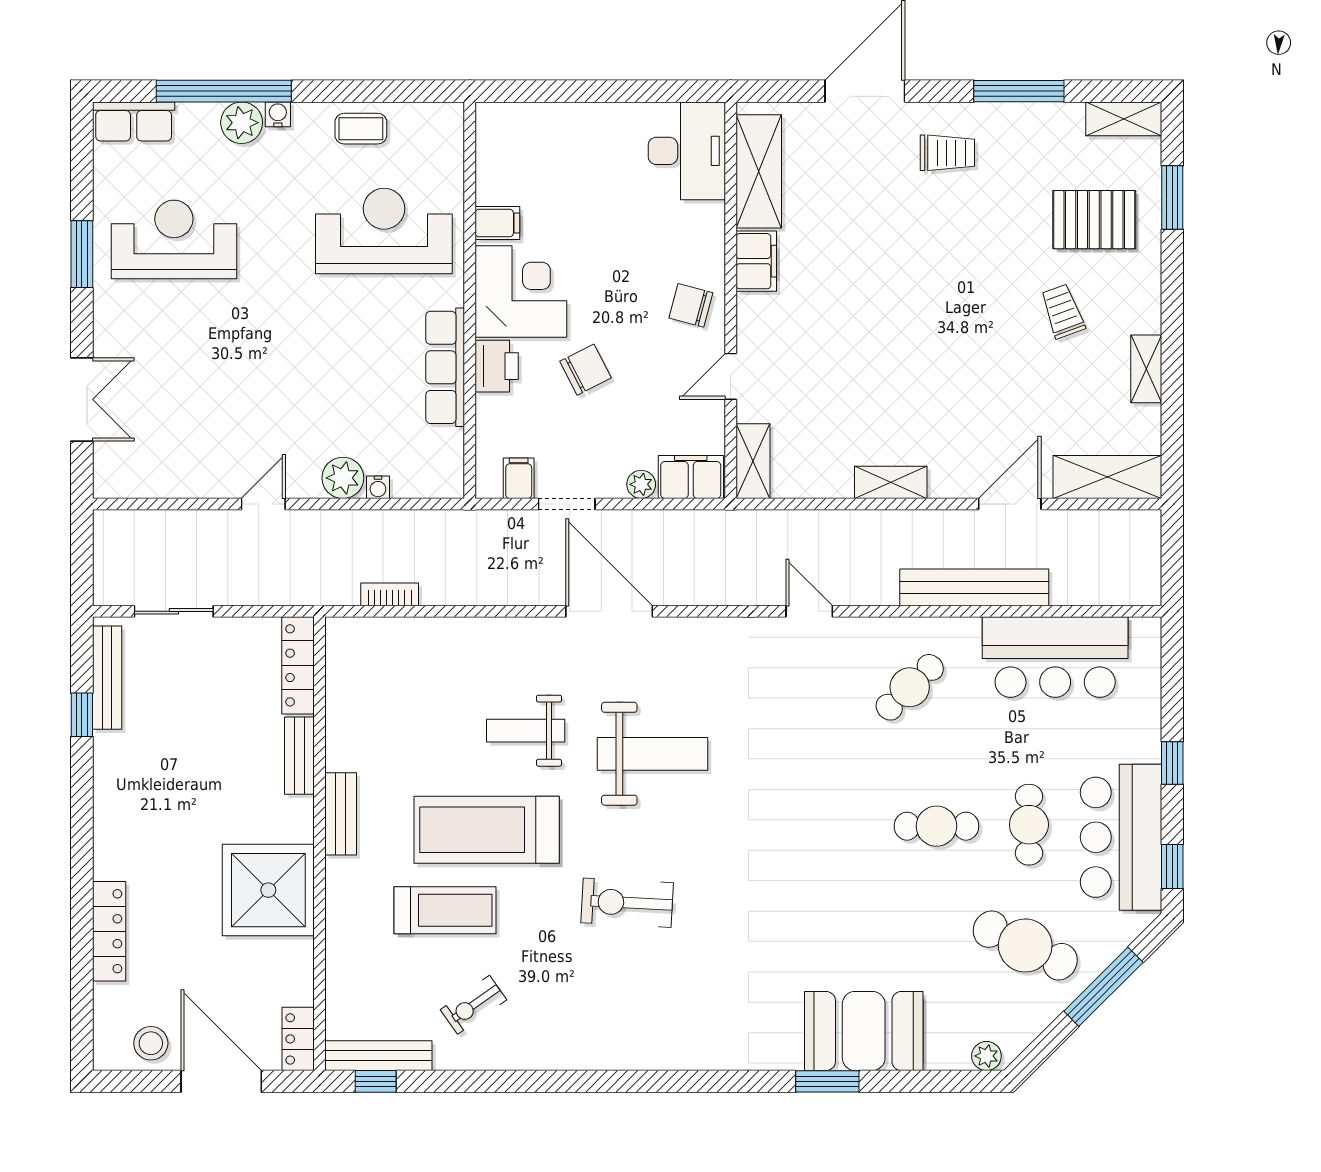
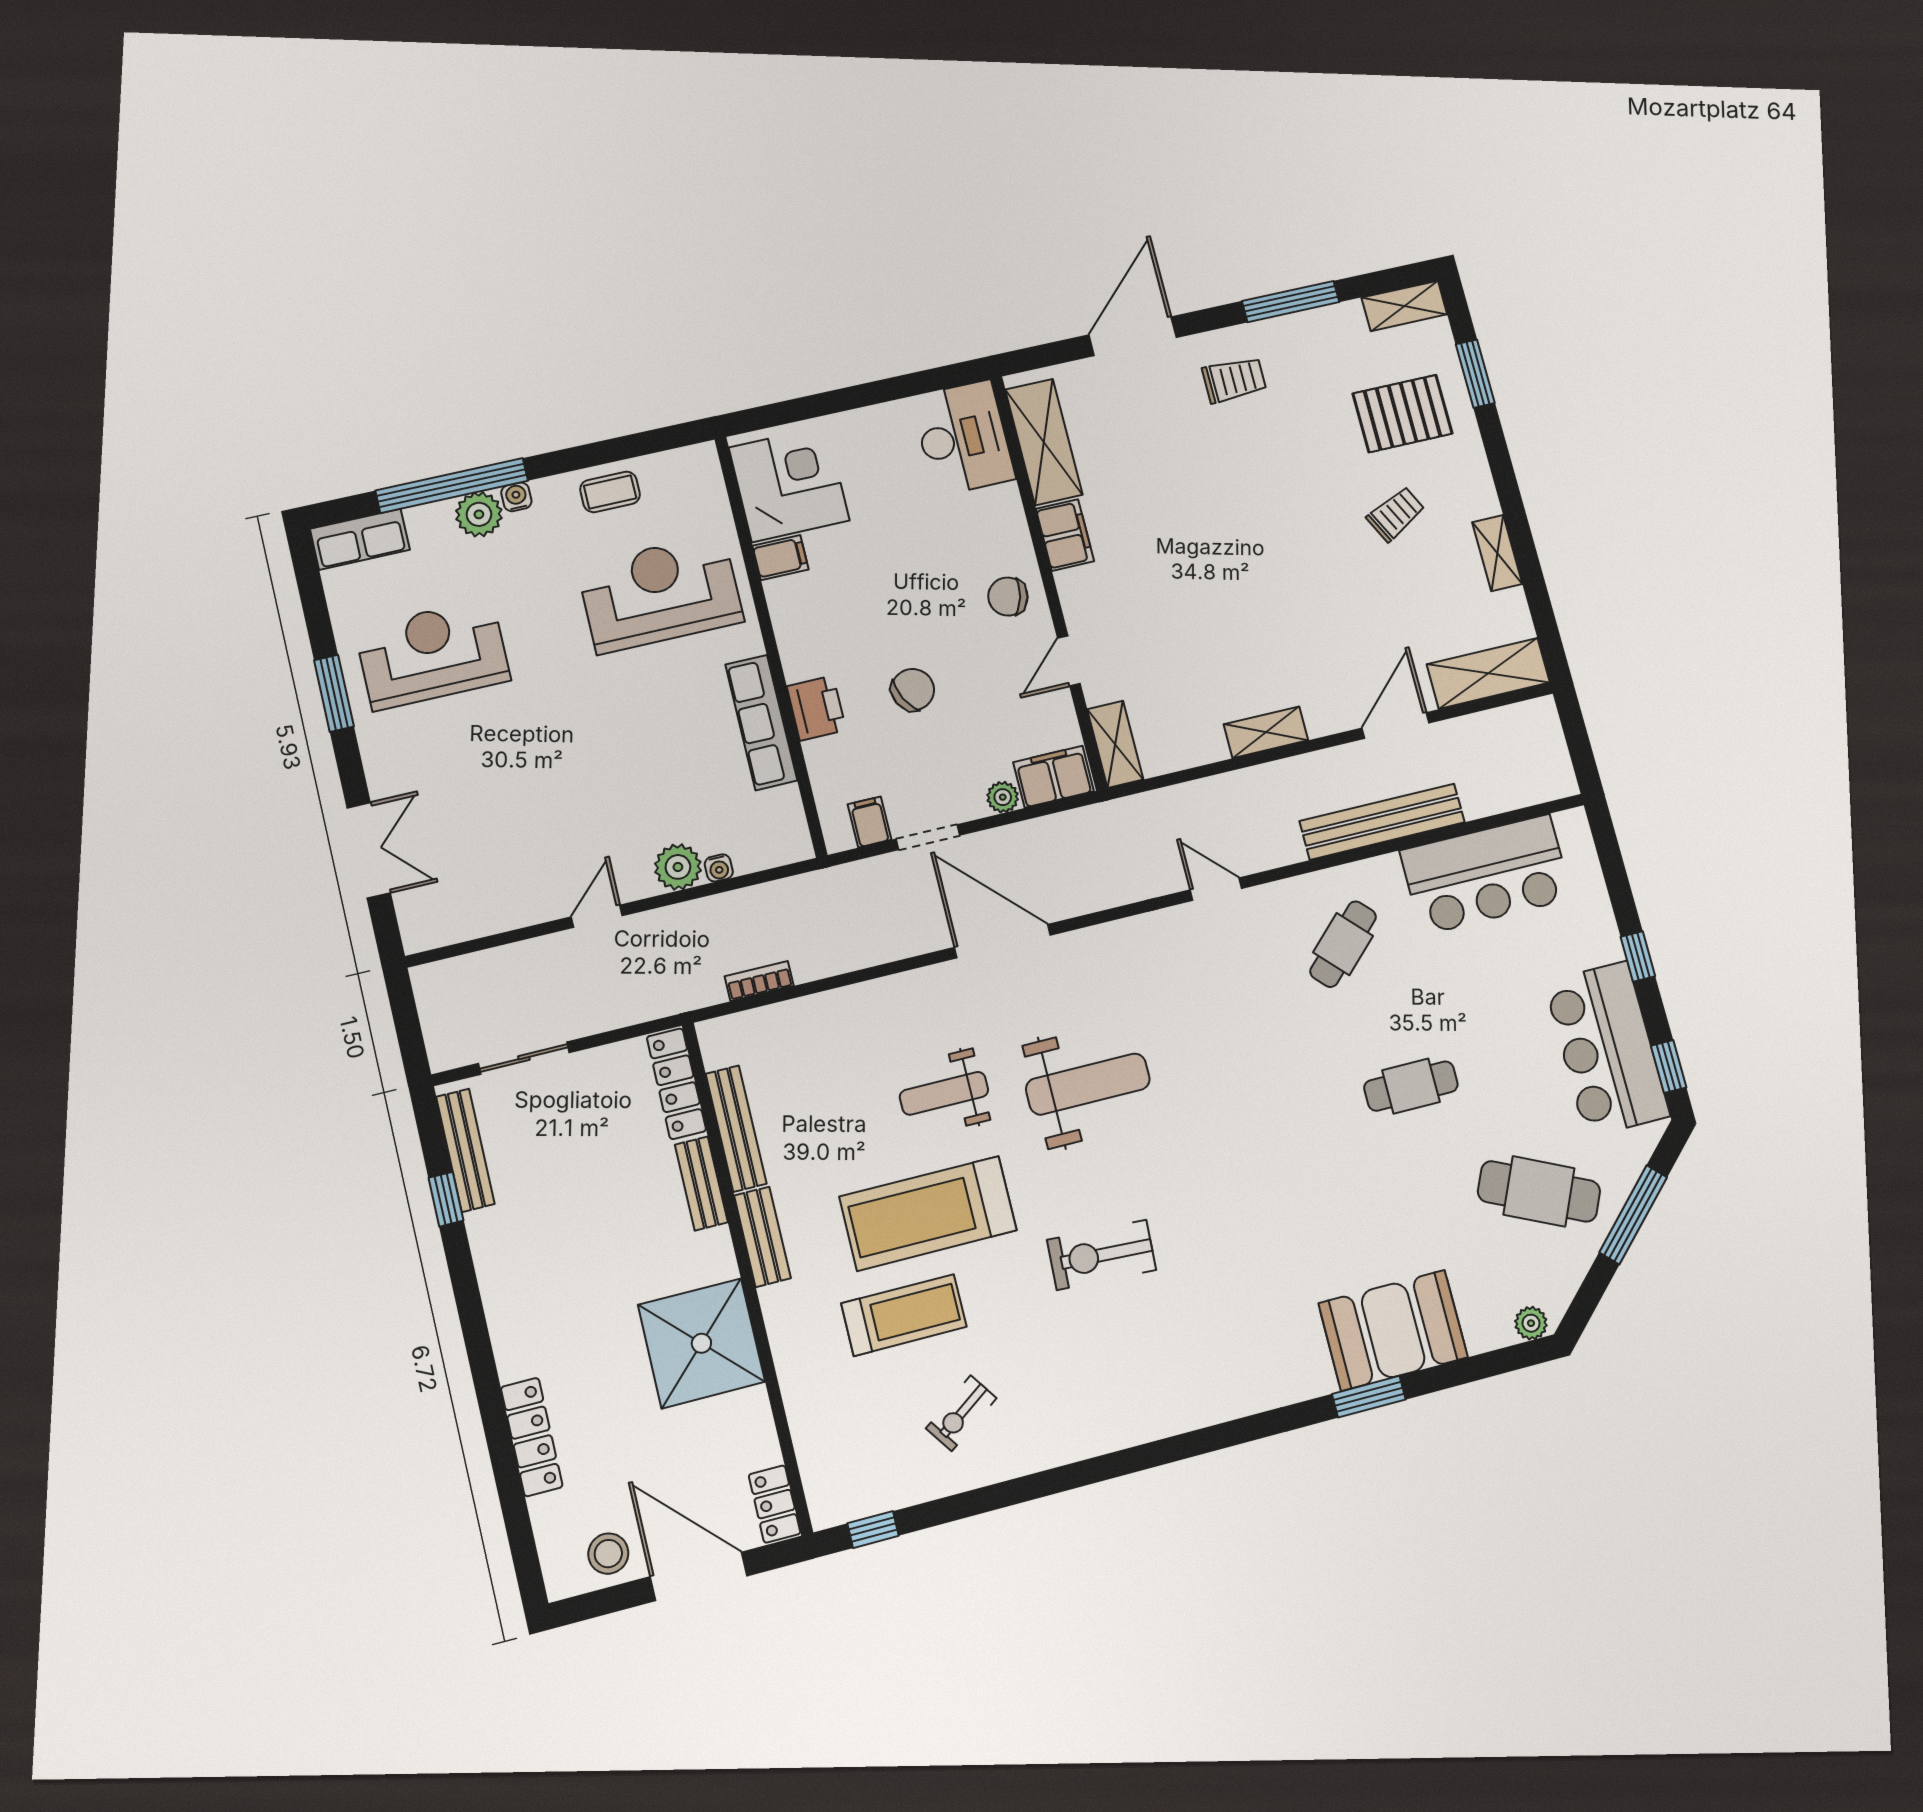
corner desk: (521, 291) -> (789, 484), moved
trolley: (1063, 311) -> (1396, 514), turned 83
cafe table: (1029, 825) -> (1507, 1060), removed
bench: (378, 1056) -> (736, 1129), moved, turned 90

